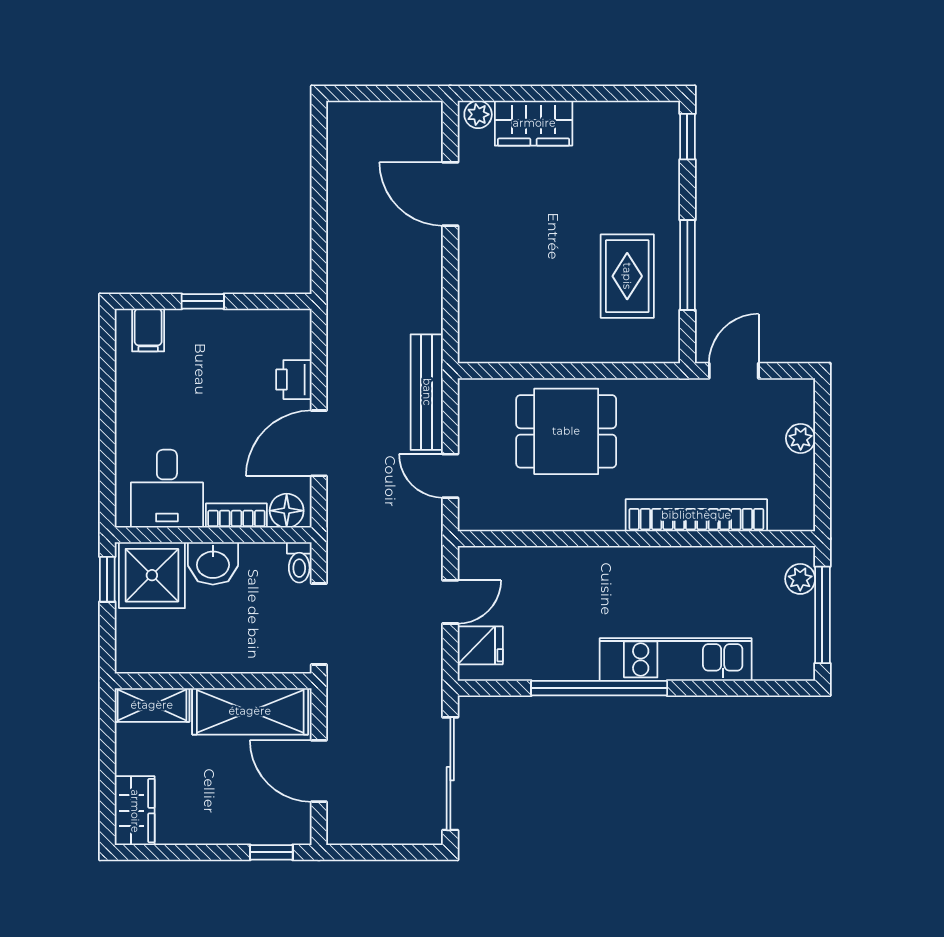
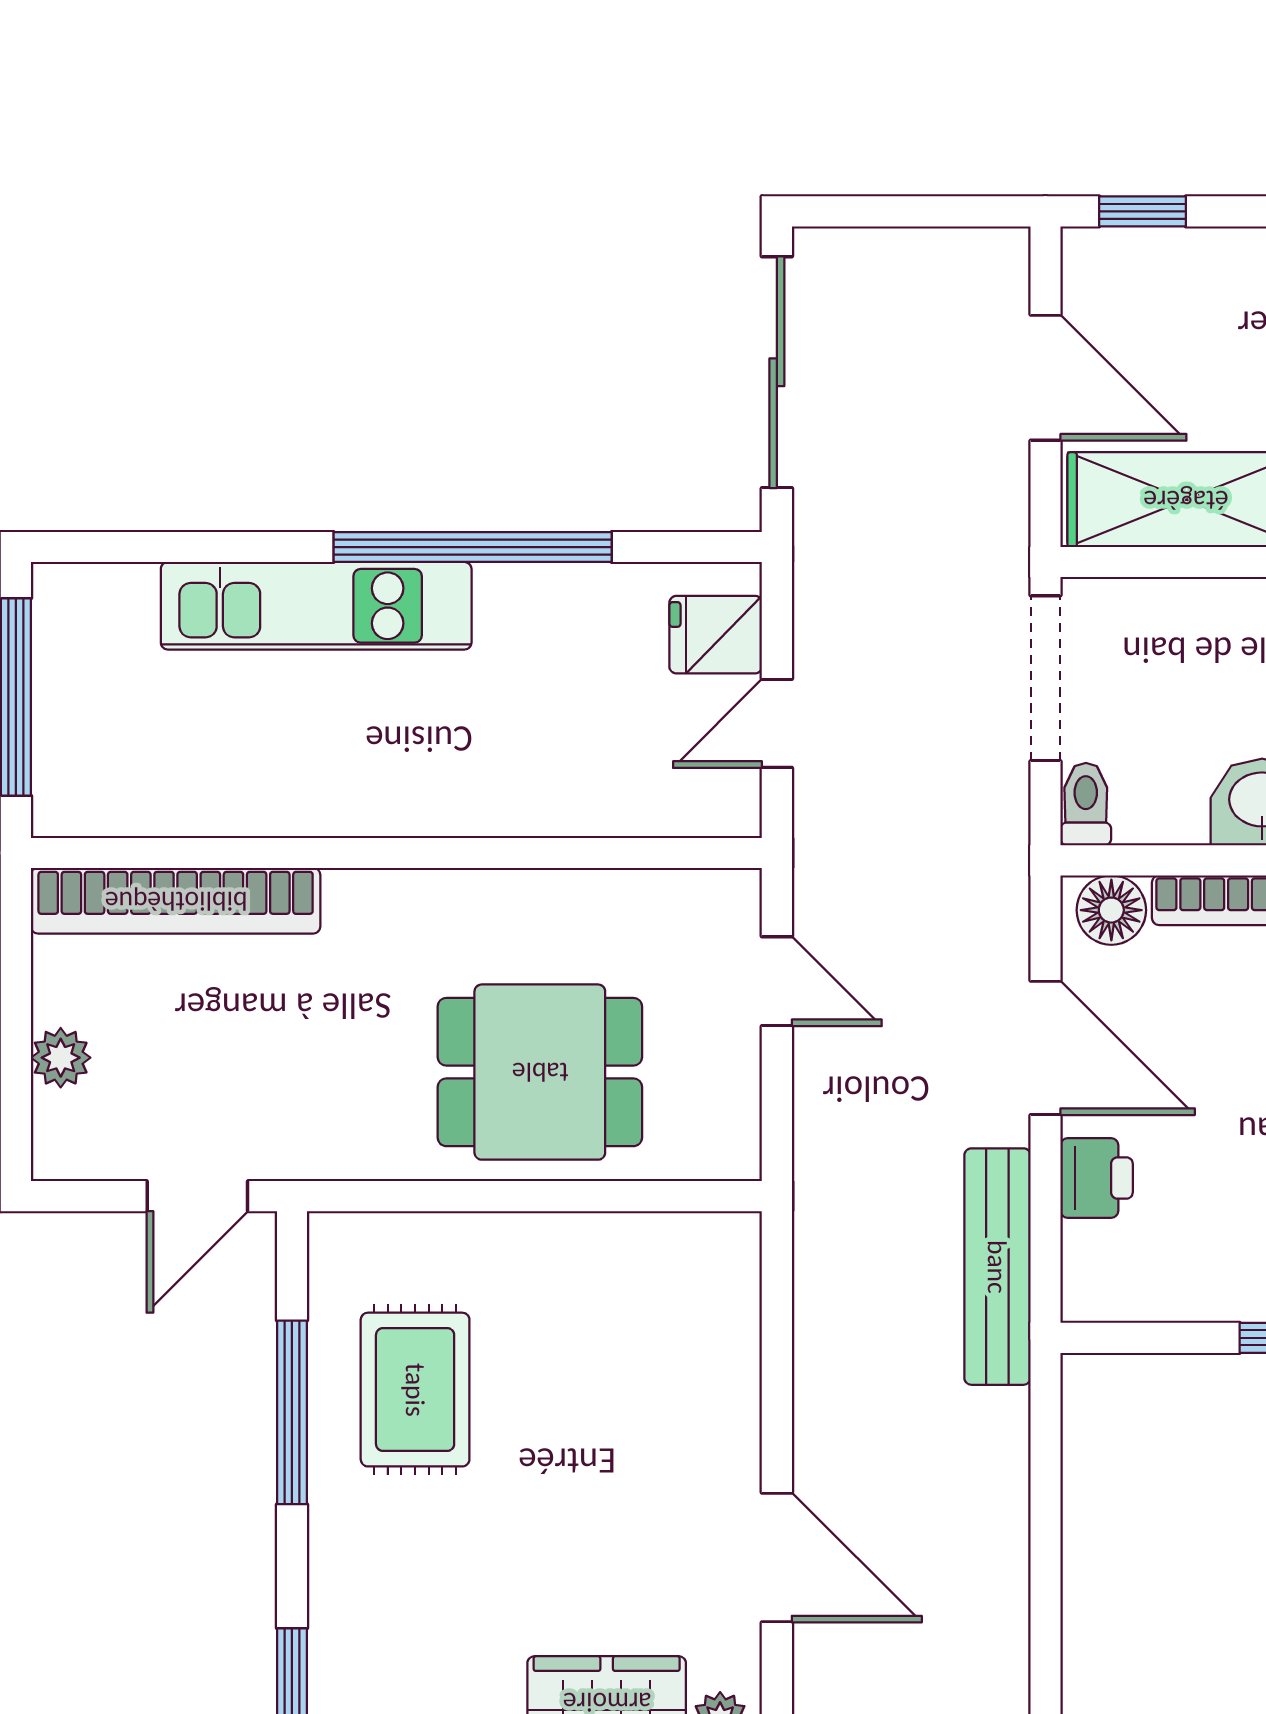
bench: (427, 392) -> (997, 1267), moved
door: (319, 443) -> (1045, 1048), hinge flipped
bookcase: (696, 515) -> (176, 901), moved
plant: (800, 579) -> (62, 770), removed

